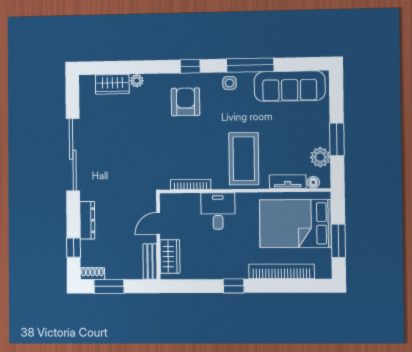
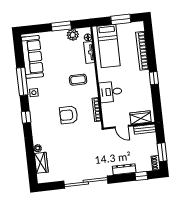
armchair: (185, 102) -> (69, 115), moved
coffee table: (244, 159) -> (78, 80), width x0.54, depth x0.58
bed: (295, 224) -> (109, 46), width x0.67

